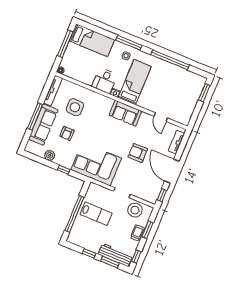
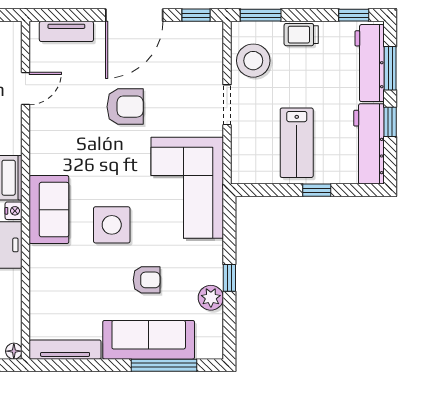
side table: (75, 107) -> (112, 225), moved
sofa: (125, 113) -> (49, 210), moved
window: (35, 116) -> (164, 365), moved
armchair: (138, 153) -> (125, 107), turned -90
window: (64, 170) -> (229, 278), moved
window: (74, 214) -> (317, 190), width x0.32
lab bench: (96, 214) -> (297, 143), turned 180
window: (148, 230) -> (261, 15), moved
workbench: (84, 242) -> (369, 144), added

